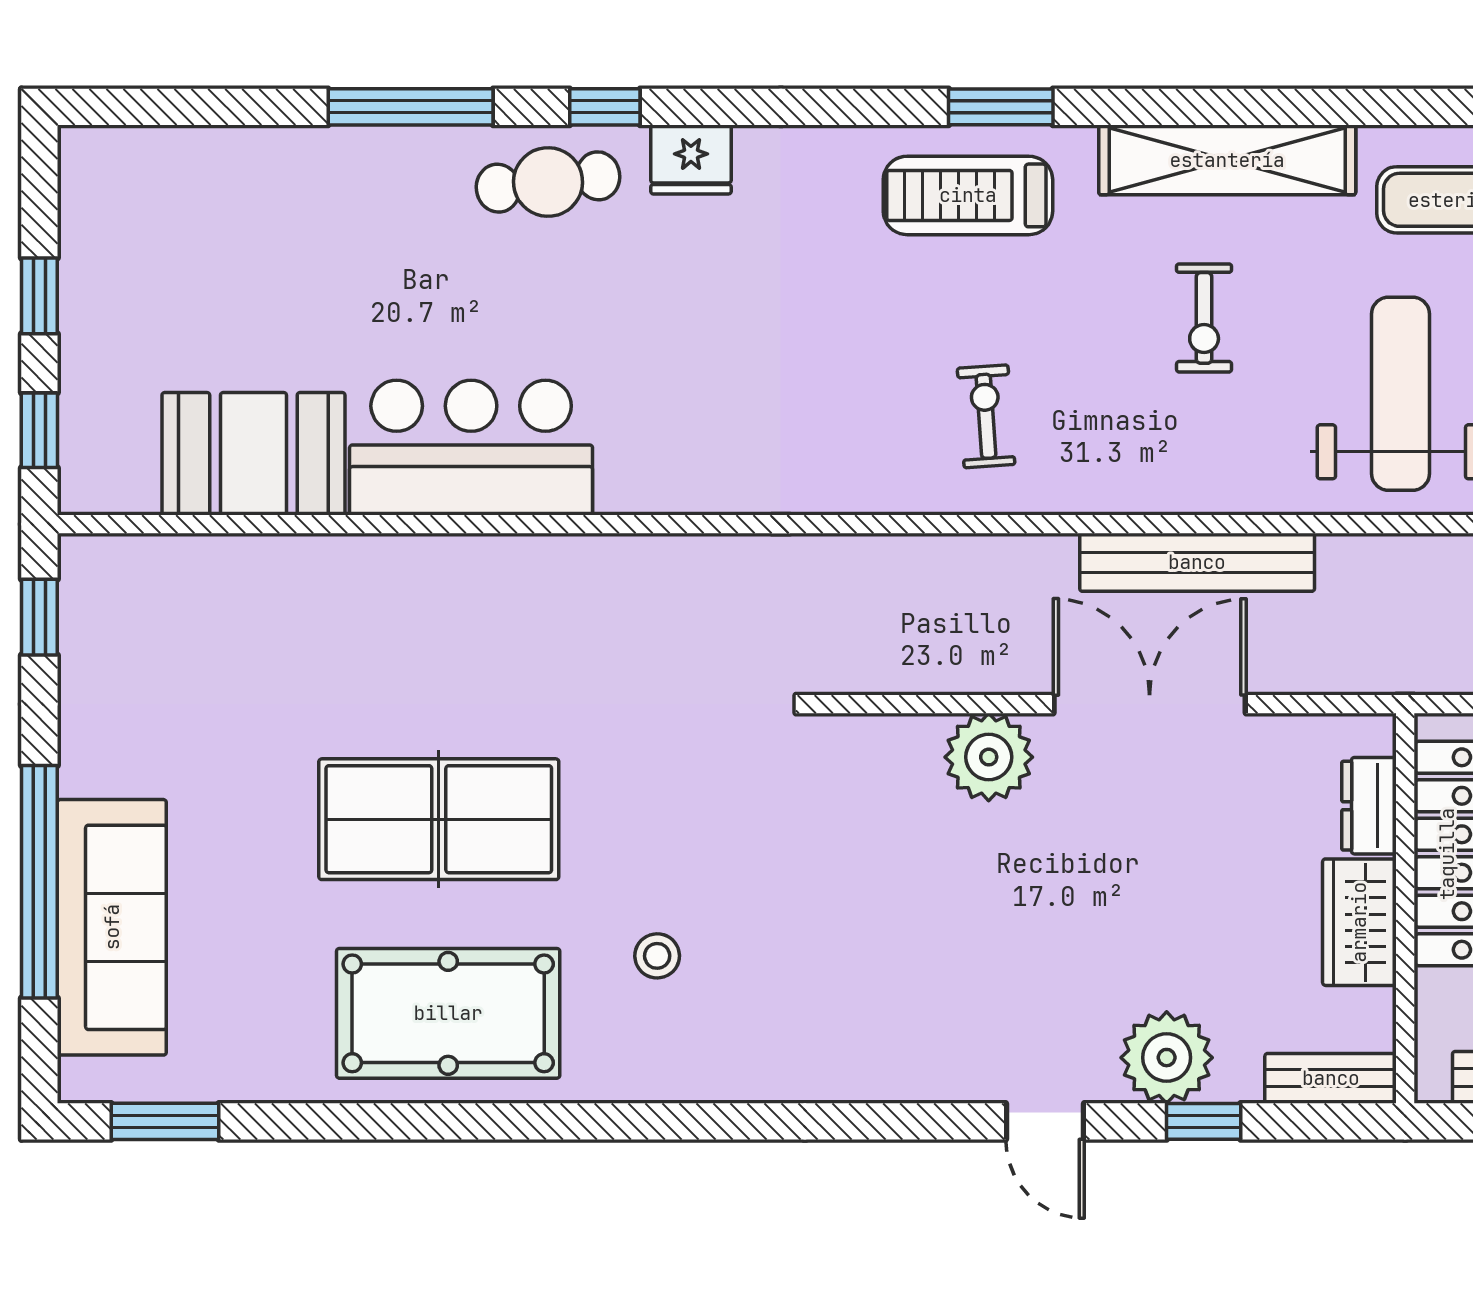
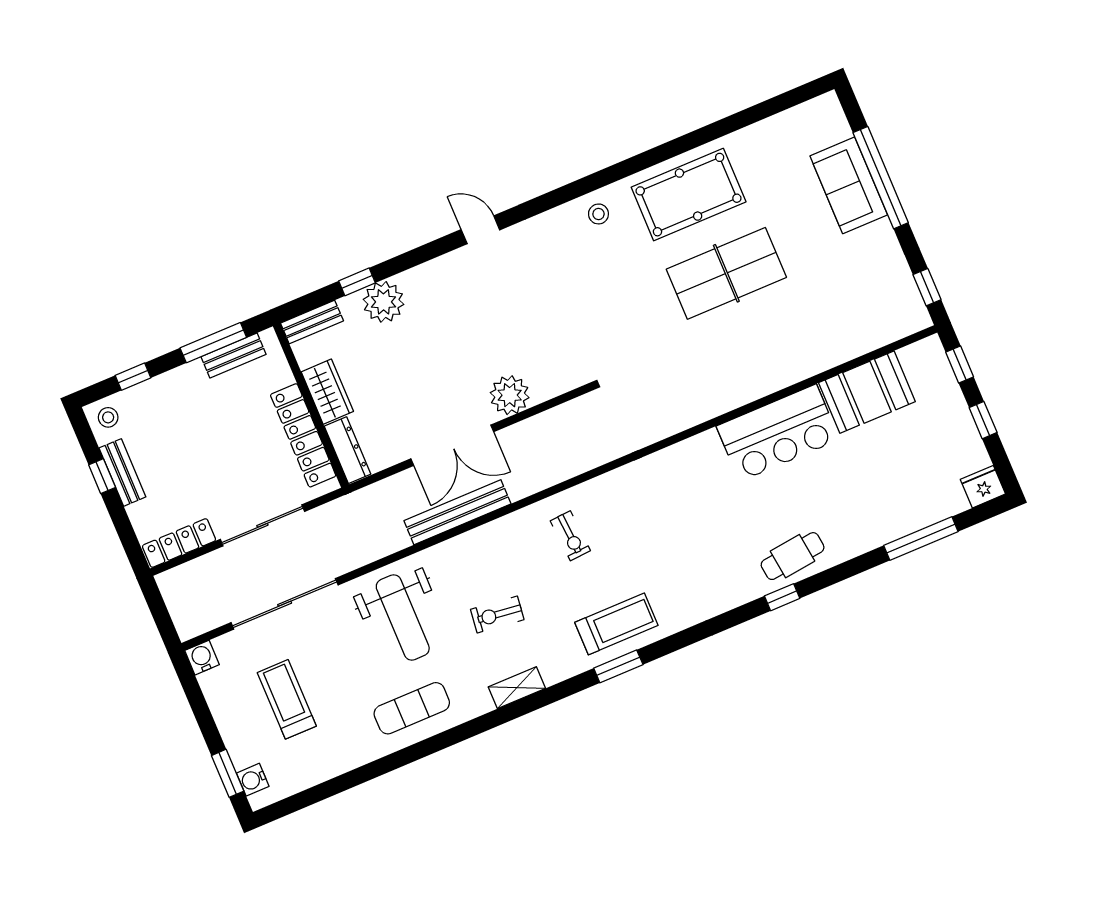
window: (411, 107) -> (921, 539), moved
fridge: (691, 159) -> (983, 487), moved
shelving: (1227, 160) -> (517, 688), width x0.45, depth x0.75
exercise bike: (1204, 318) -> (497, 614), turned -83
dresser: (1369, 806) -> (347, 450), width x1.44
sofa: (112, 927) -> (849, 185), width x0.73
stool: (657, 956) -> (598, 214), moved
window: (165, 1121) -> (787, 100), removed
door: (1045, 1121) -> (480, 230), moved

